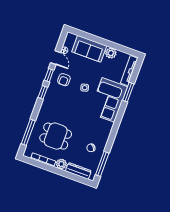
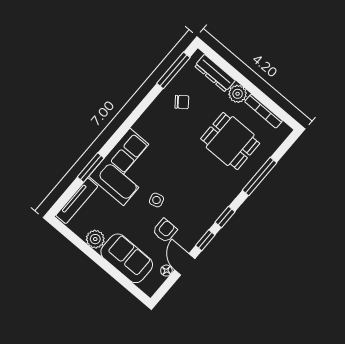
armchair: (64, 80) -> (165, 230), moved
window: (28, 132) -> (259, 177), moved

